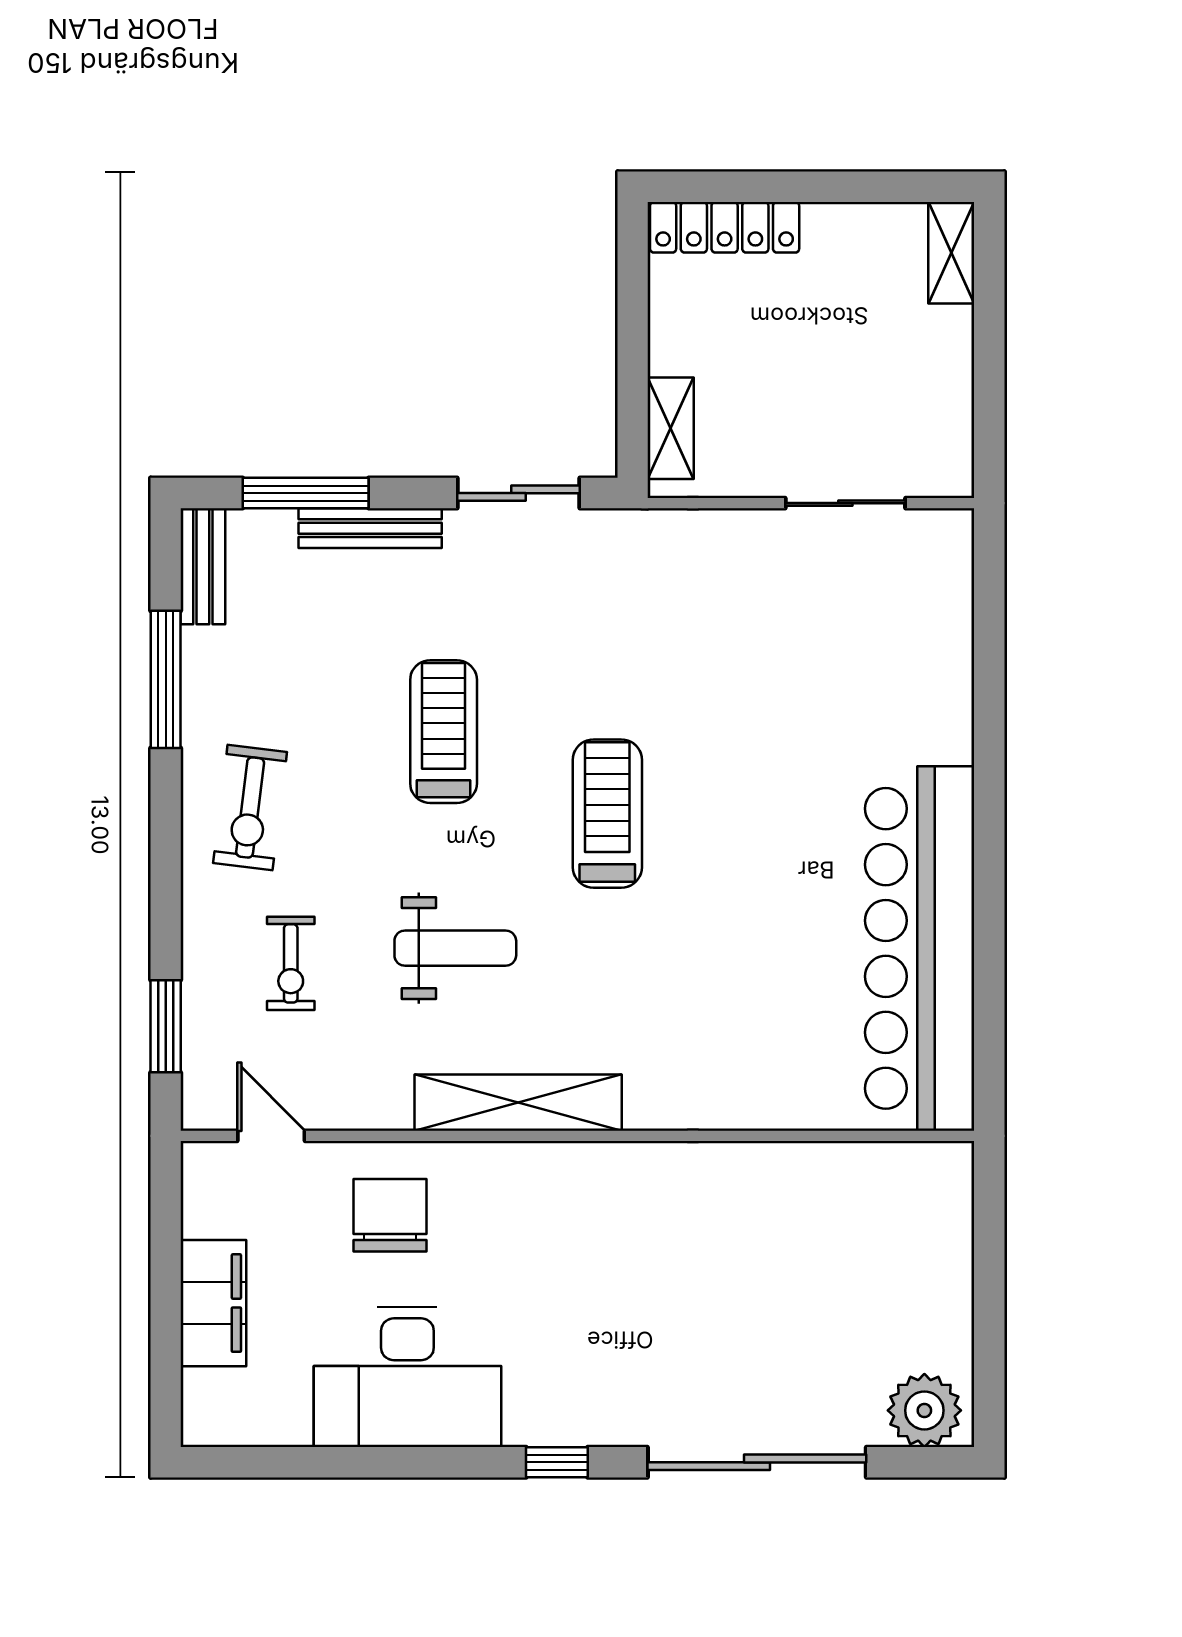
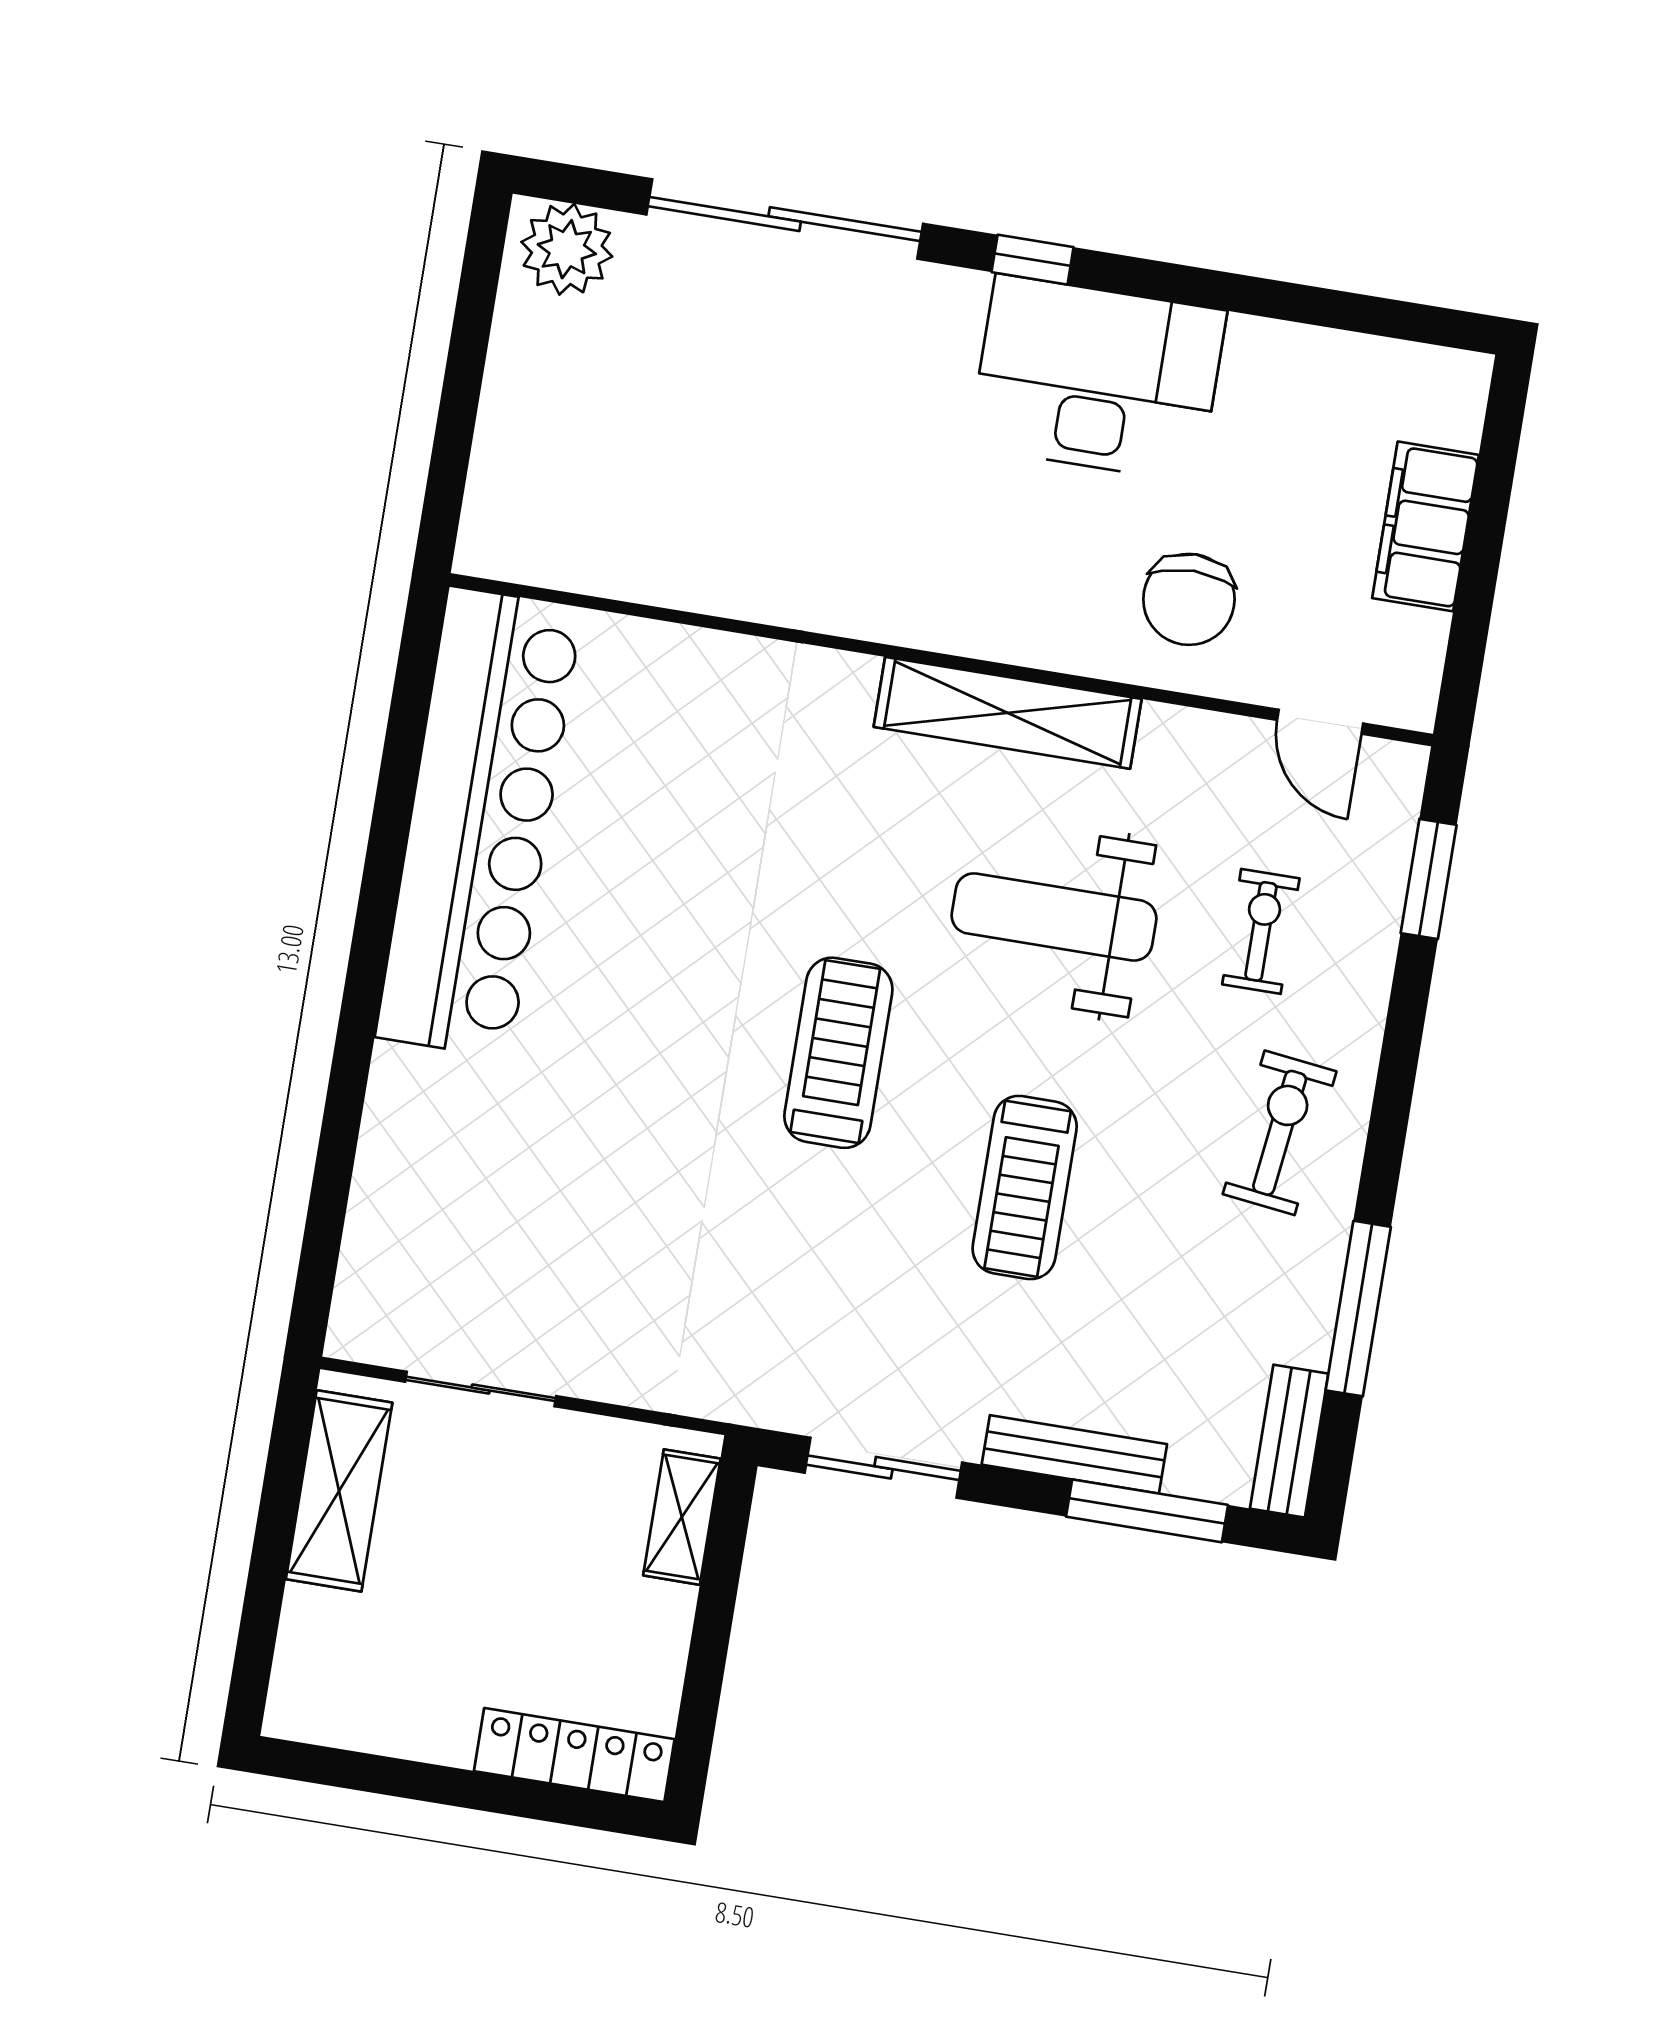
shelving: (951, 253) -> (339, 1491), moved, width x1.50, depth x1.33
treadmill: (607, 814) -> (838, 1053), turned 180
weight bench: (455, 948) -> (1054, 917), width x1.36, depth x1.33
desk: (407, 1377) -> (1097, 379), moved

